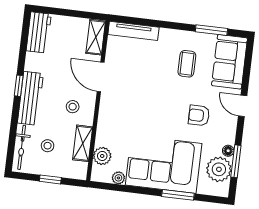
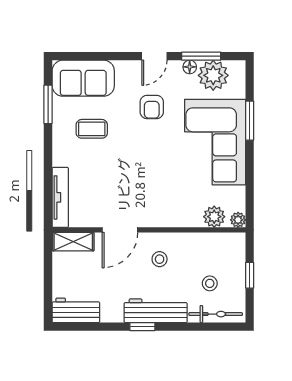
door: (243, 106) -> (154, 56), moved
shelving: (83, 143) -> (202, 242), removed
plant: (118, 178) -> (238, 220), moved

